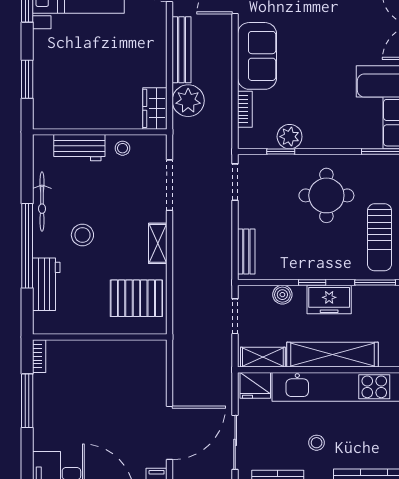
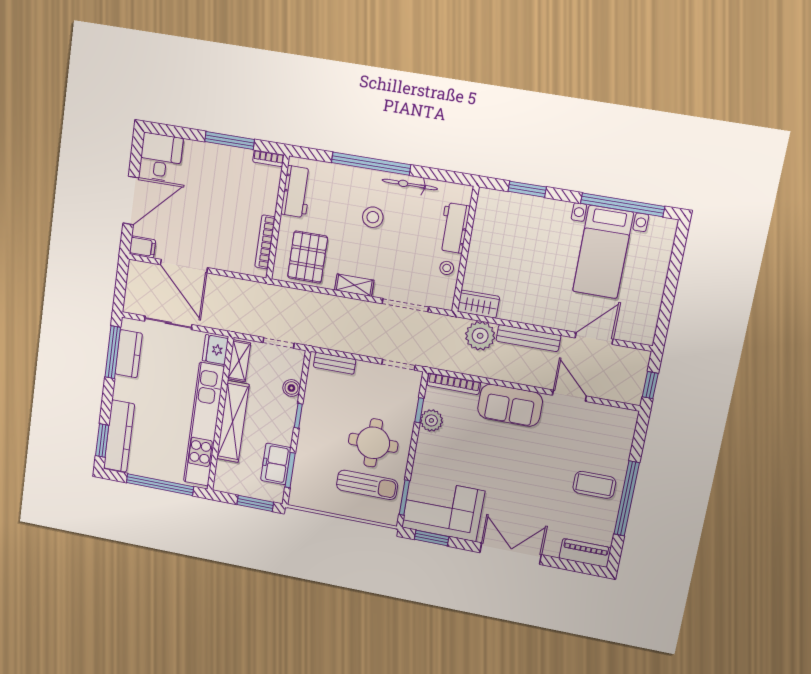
bookcase: (245, 109) -> (454, 384), width x1.56
sun lounger: (380, 237) -> (367, 485), moved, turned 180
workbench: (46, 284) -> (296, 192), moved, turned -90
freezer: (329, 299) -> (276, 464), moved
bookcase: (128, 347) -> (265, 242), added
stool: (317, 443) -> (159, 394), removed

